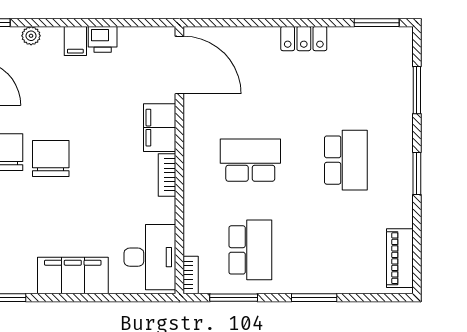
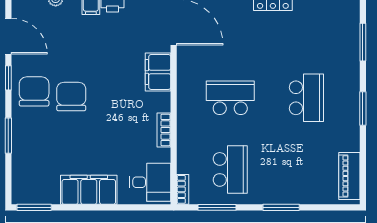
bookcase: (167, 175) -> (164, 130), moved
desk: (150, 257) -> (150, 182), width x0.73

